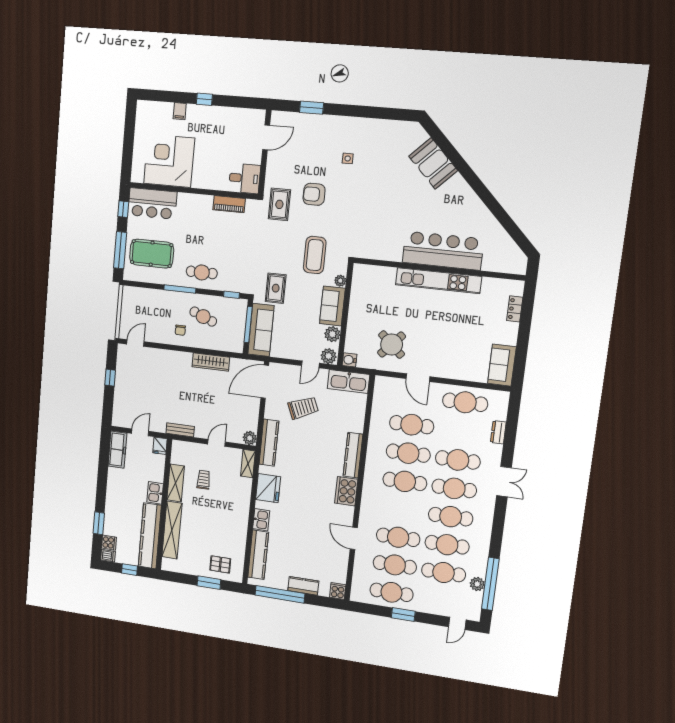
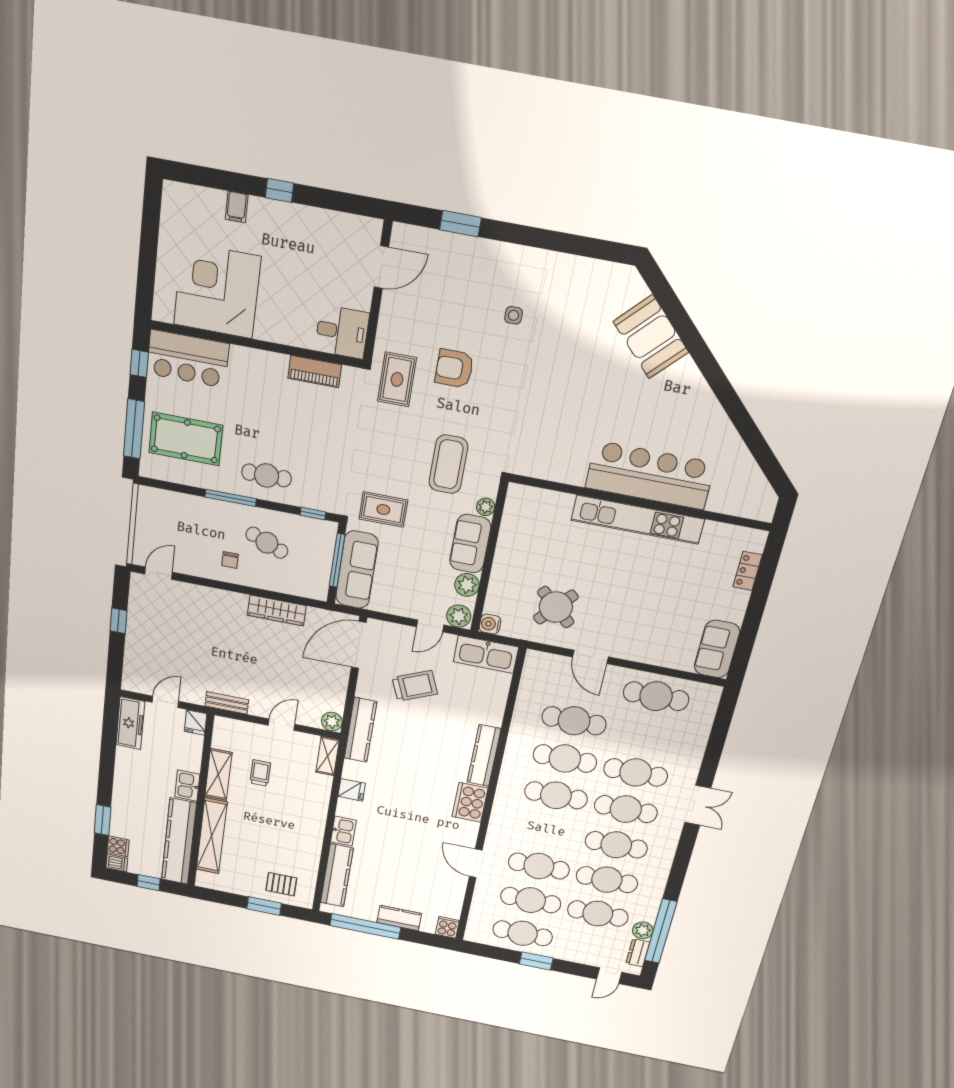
rug: (276, 288) -> (383, 510), turned 90
dresser: (498, 432) -> (638, 953), moved
fridge: (268, 488) -> (352, 790), width x0.53, depth x0.75

